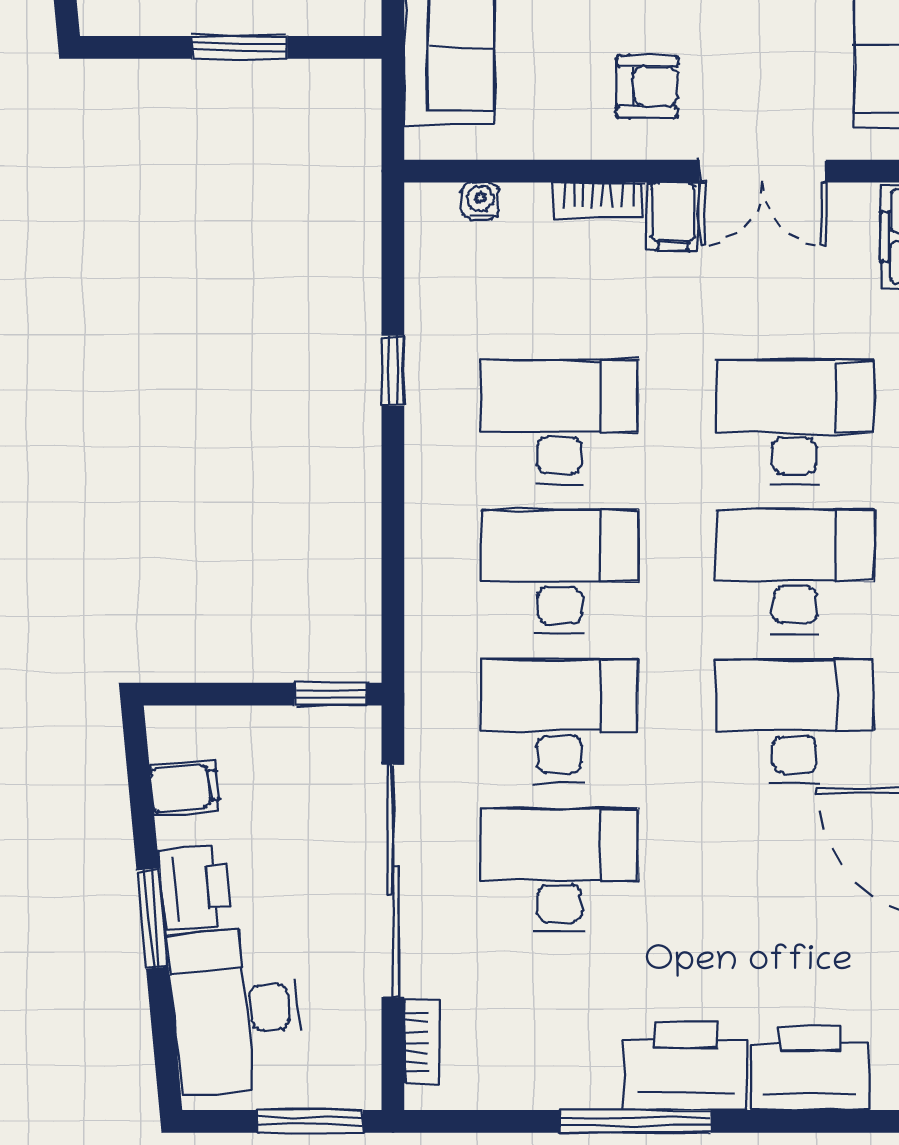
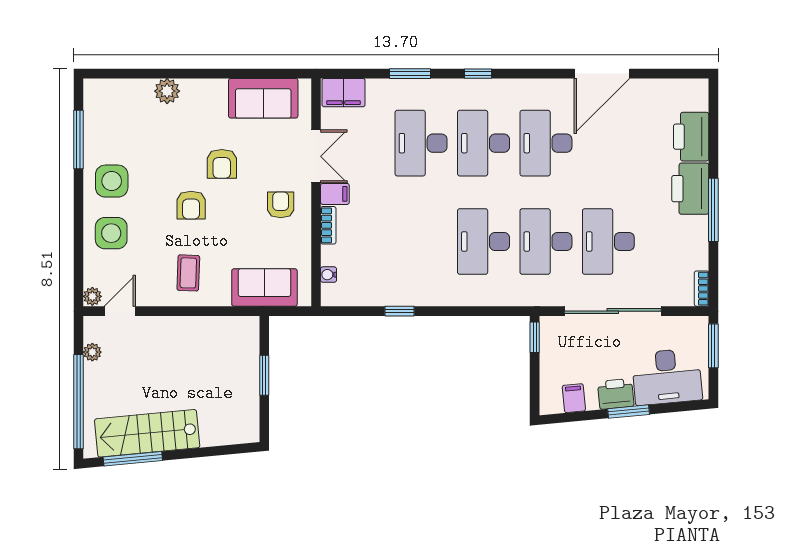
desk: (559, 422) -> (421, 241), removed
bookcase: (421, 1042) -> (702, 289), moved, turned -90

